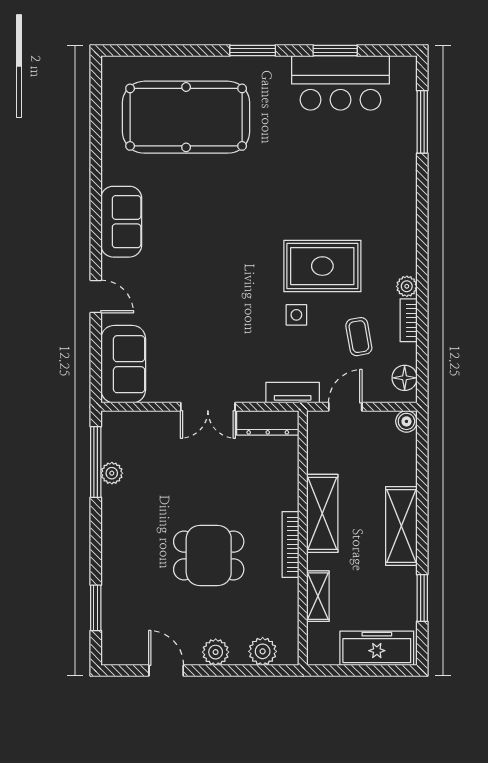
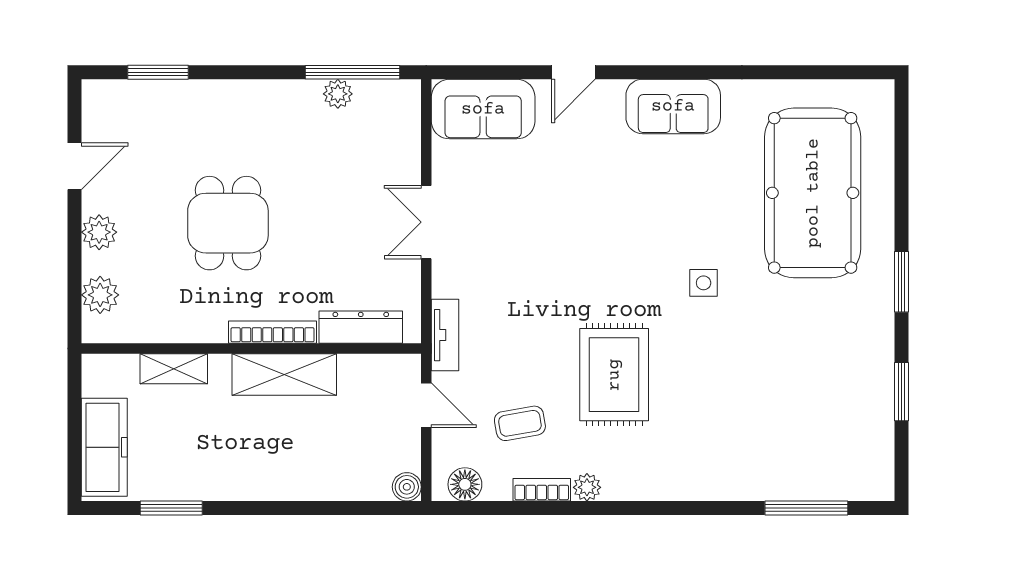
bar counter: (340, 83) -> (858, 399), removed
side table: (296, 315) -> (704, 283), moved
dresser: (268, 423) -> (361, 327), moved, turned 90
shelving: (401, 526) -> (267, 480), removed
bookcase: (290, 544) -> (273, 332), moved

